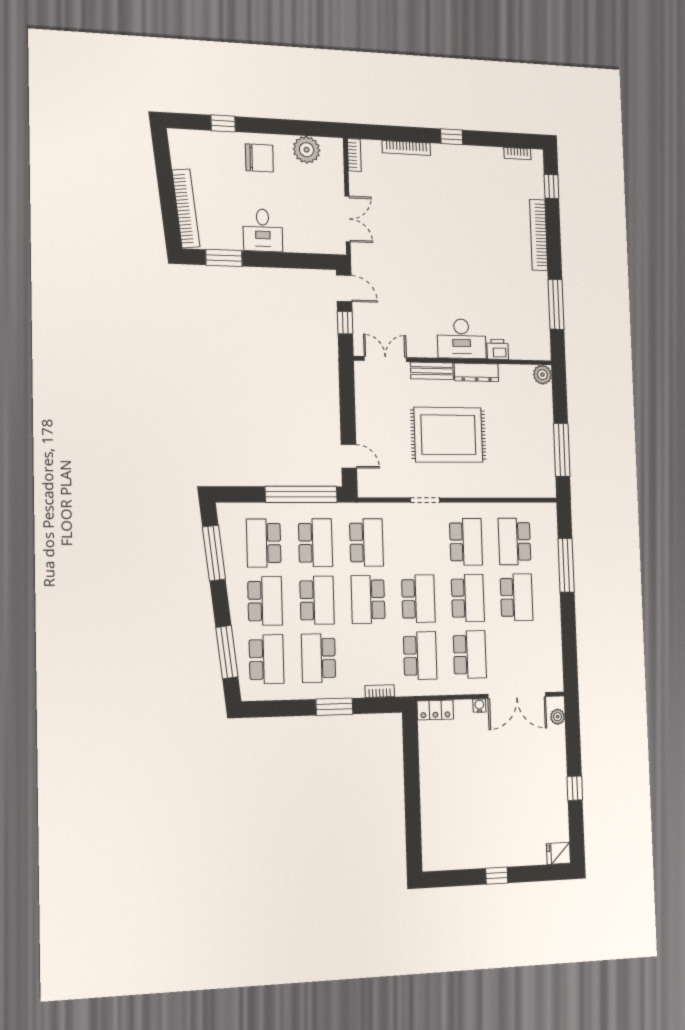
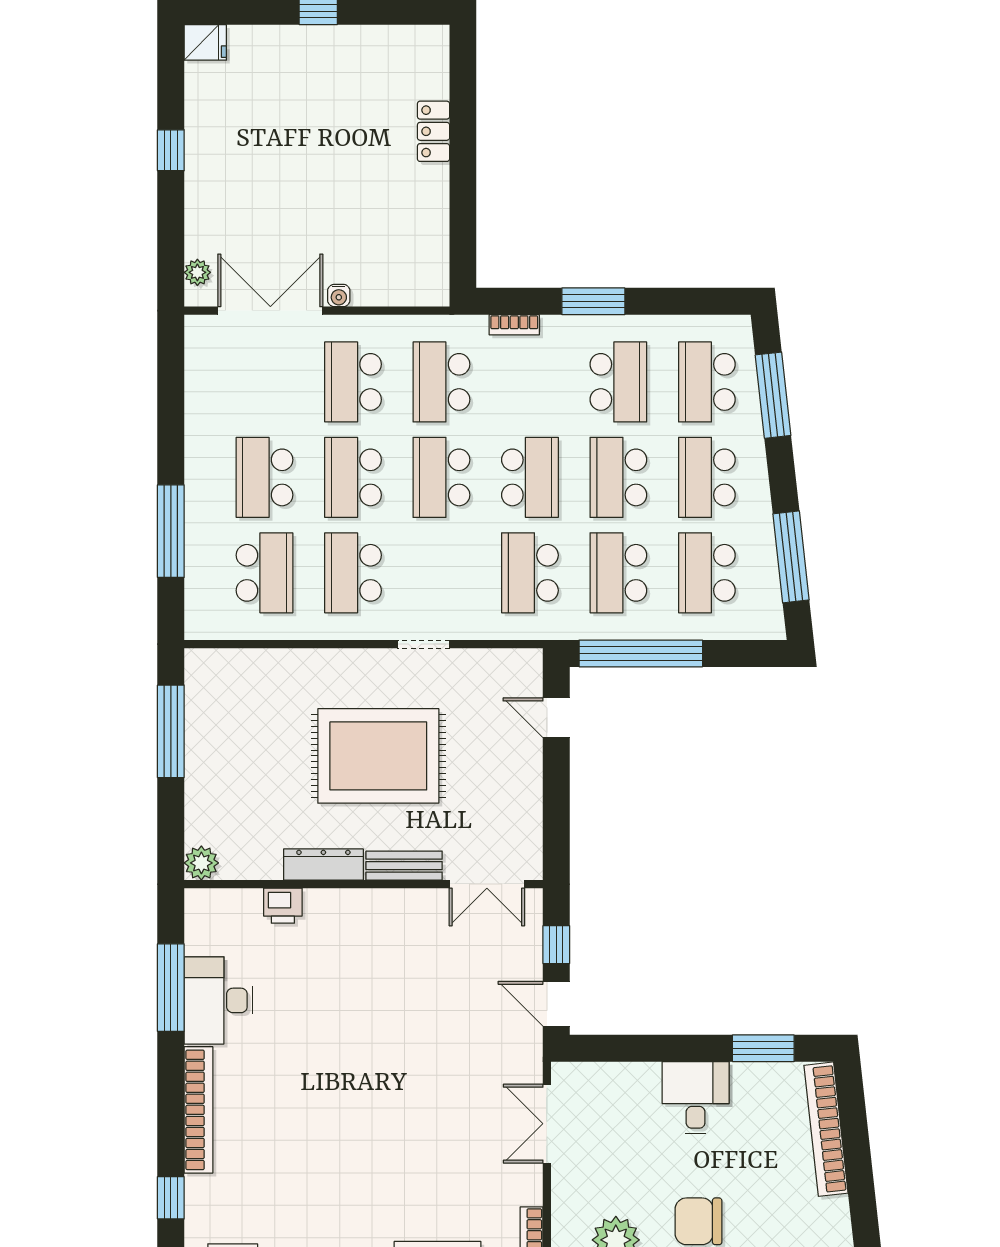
desk: (462, 339) -> (218, 1000), moved, turned -90
school desk: (264, 543) -> (707, 573), turned 180
locker: (435, 710) -> (433, 131), moved, turned -90

